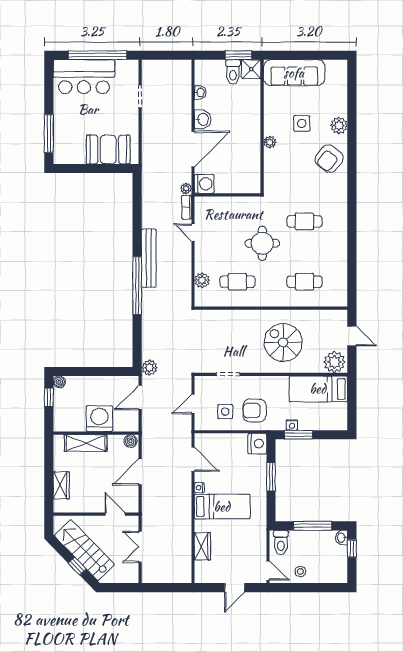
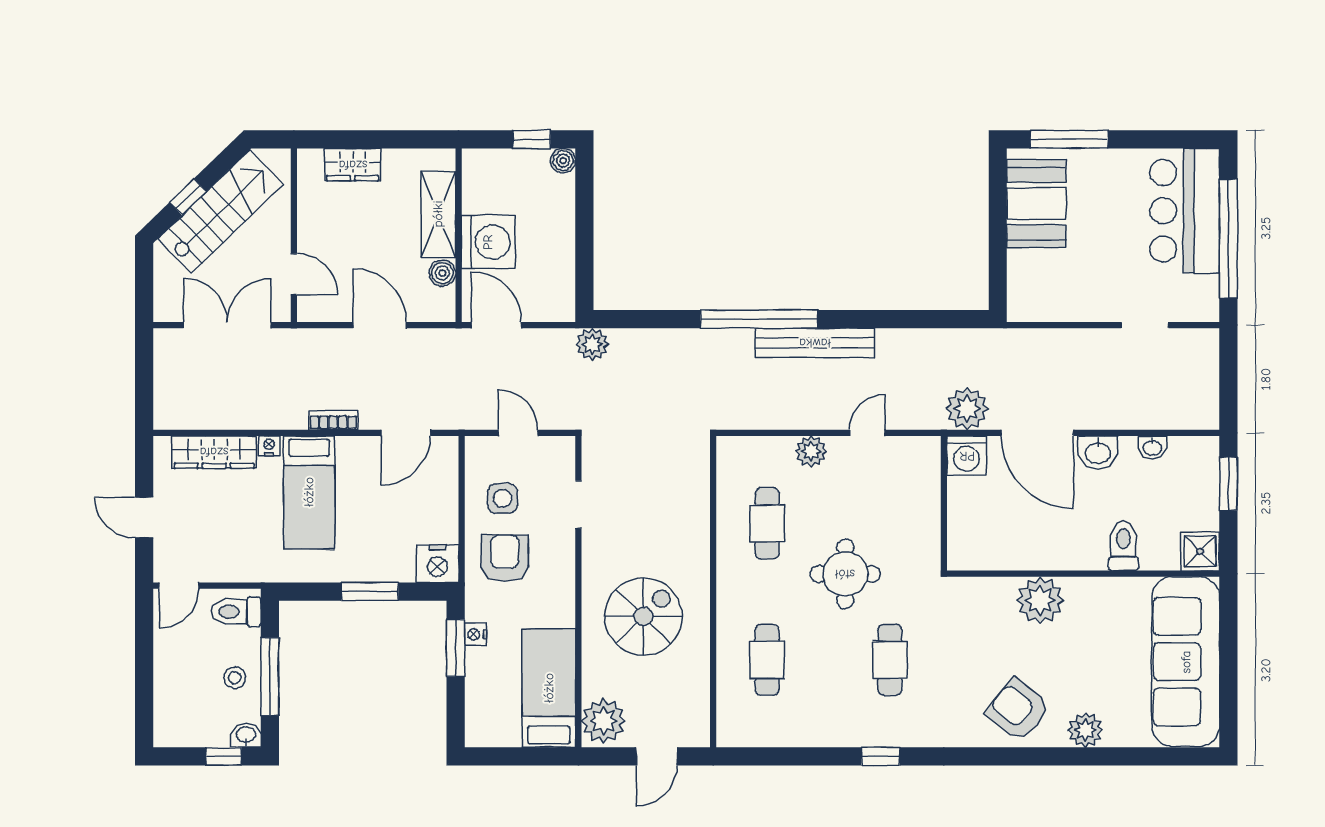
window: (239, 55) -> (1228, 484), moved
toilet: (233, 72) -> (1123, 546), moved, turned 90
sofa: (294, 73) -> (1186, 662), width x1.36, depth x1.27
side table: (302, 123) -> (1089, 654), removed
plant: (270, 142) -> (1040, 600), width x1.88, depth x1.88
booth: (108, 150) -> (1036, 204), moved
plant: (186, 188) -> (967, 409), width x1.88, depth x1.88
bookcase: (187, 207) -> (333, 420), moved
window: (352, 226) -> (881, 756), added
plant: (202, 280) -> (811, 451), moved
door: (140, 398) -> (496, 325), moved
boiler: (130, 441) -> (442, 273), moved
nightstand: (199, 488) -> (269, 446), moved
door: (115, 514) -> (294, 274), hinge flipped
wardrobe: (202, 546) -> (214, 452), width x1.50
double door: (140, 547) -> (227, 325), width x1.37
stool: (300, 572) -> (235, 678), moved

